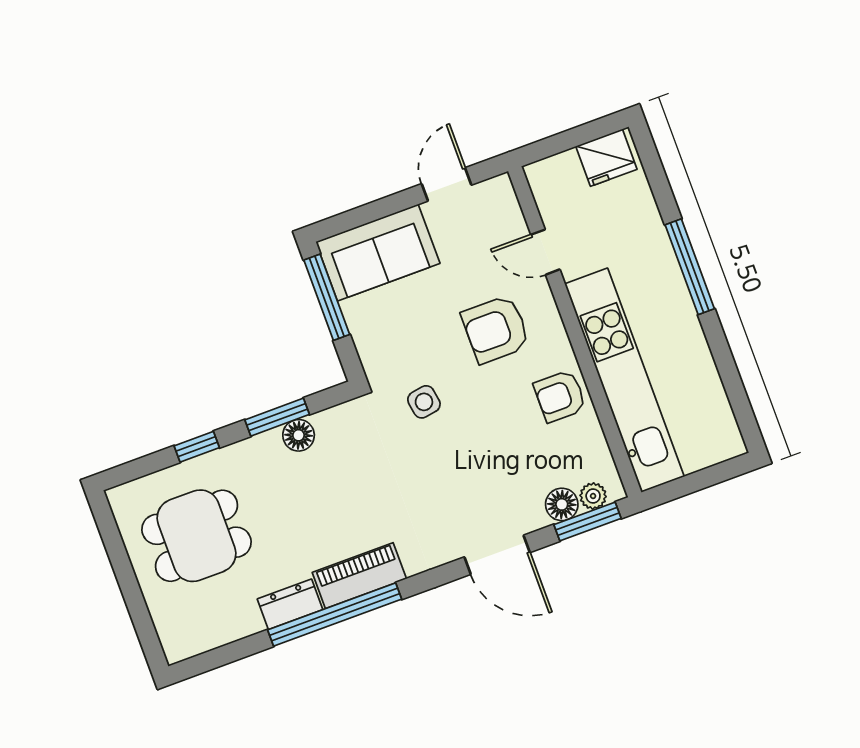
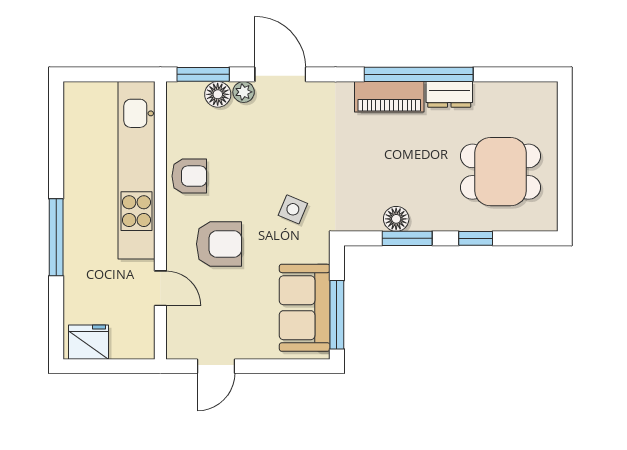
sofa: (378, 253) -> (305, 308), moved, turned -90
side table: (424, 402) -> (293, 209), turned 32
plant: (593, 496) -> (244, 92), moved

